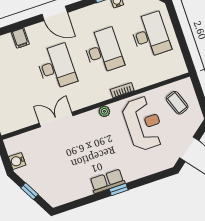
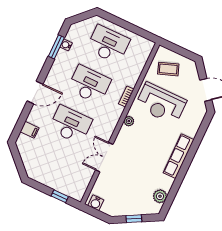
reception desk: (143, 123) -> (161, 104), turned 180
water cooler: (17, 161) -> (96, 203), moved
row of seats: (107, 181) -> (179, 156), width x1.48
window: (119, 190) -> (188, 160), removed
plant: (68, 195) -> (160, 196), added

